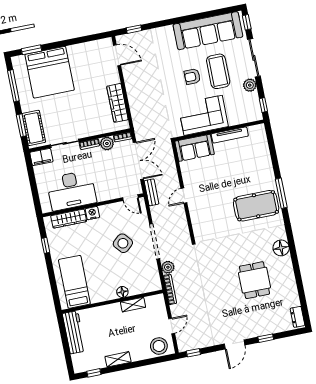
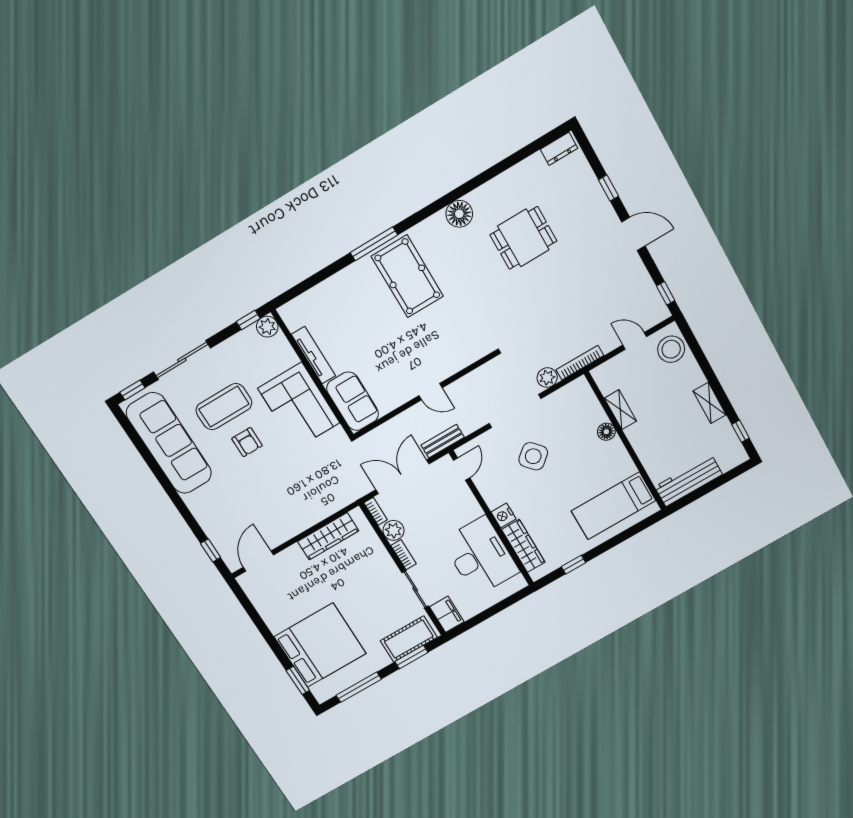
plant: (250, 85) -> (267, 327), moved

